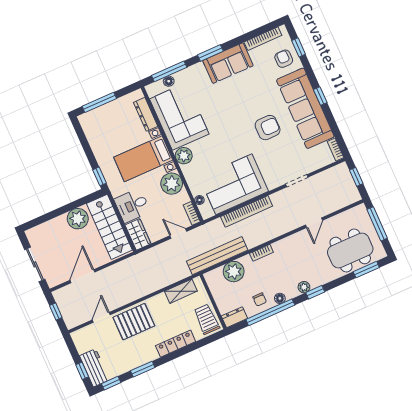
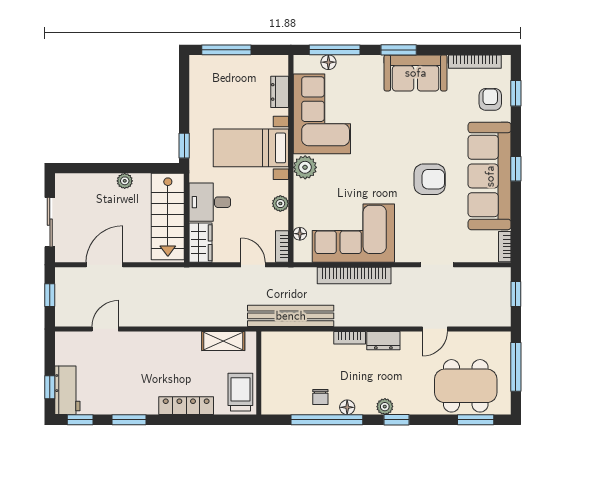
dresser: (146, 114) -> (280, 92), width x0.70
plant: (172, 184) -> (280, 204), width x0.53, depth x0.53
plant: (78, 219) -> (125, 181), width x0.53, depth x0.53
plant: (234, 272) -> (303, 346), removed
dresser: (234, 317) -> (383, 341), moved, turned 180
pallet: (134, 322) -> (145, 353), removed

